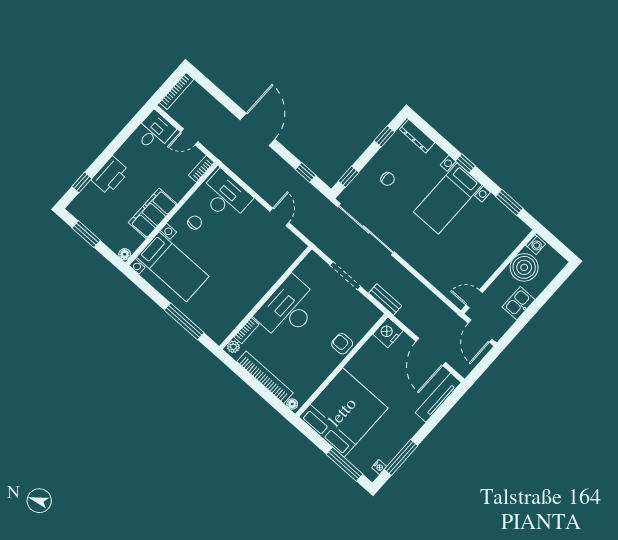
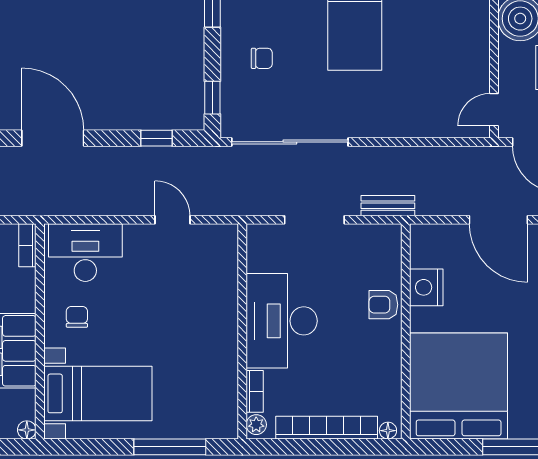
nightstand: (388, 332) -> (426, 287), moved

